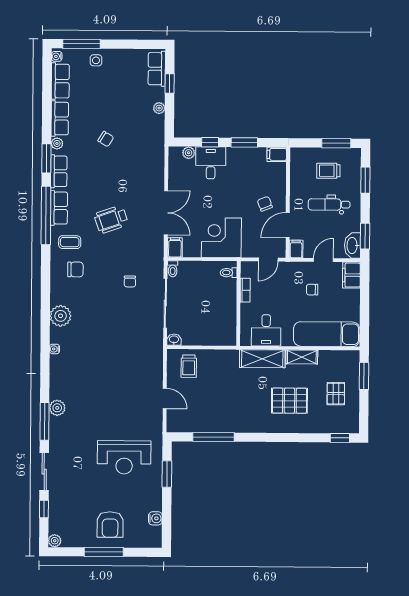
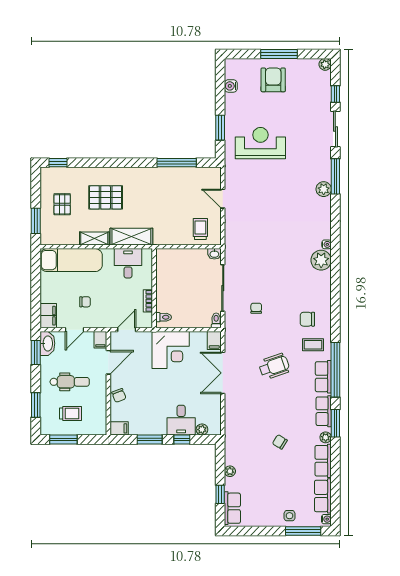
chair: (265, 204) -> (119, 395), moved
plant: (61, 316) -> (321, 260), moved

